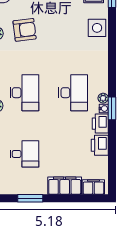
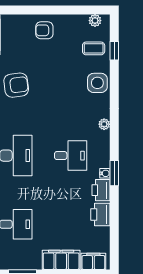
desk: (73, 93) -> (71, 156), width x0.73
plant: (103, 98) -> (104, 124), moved

